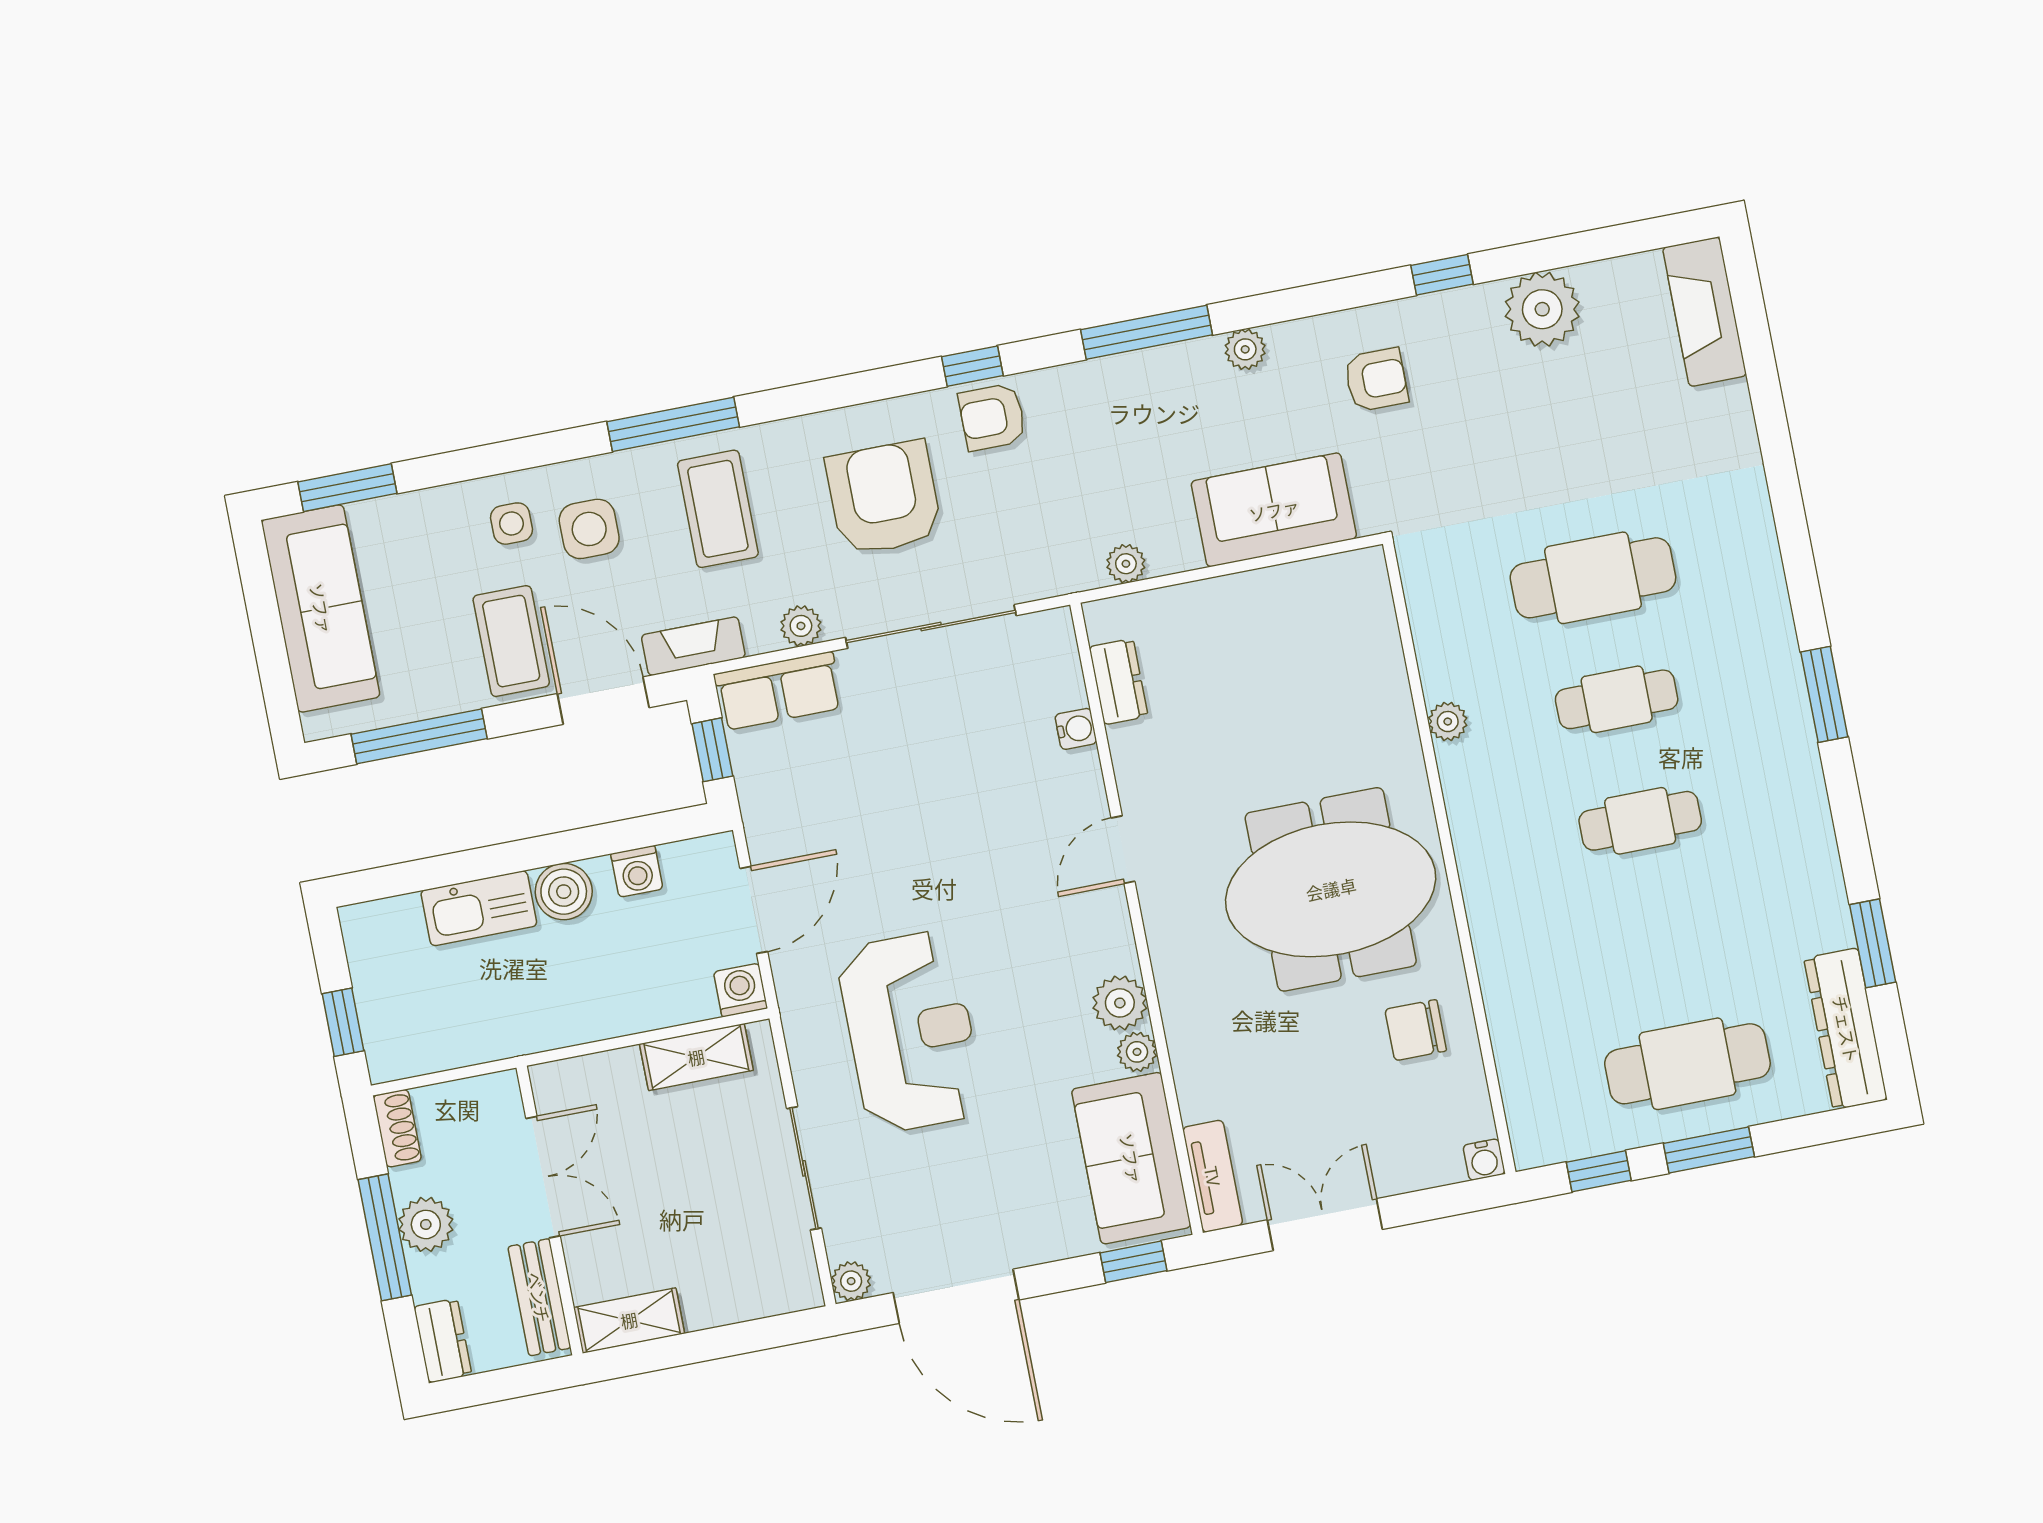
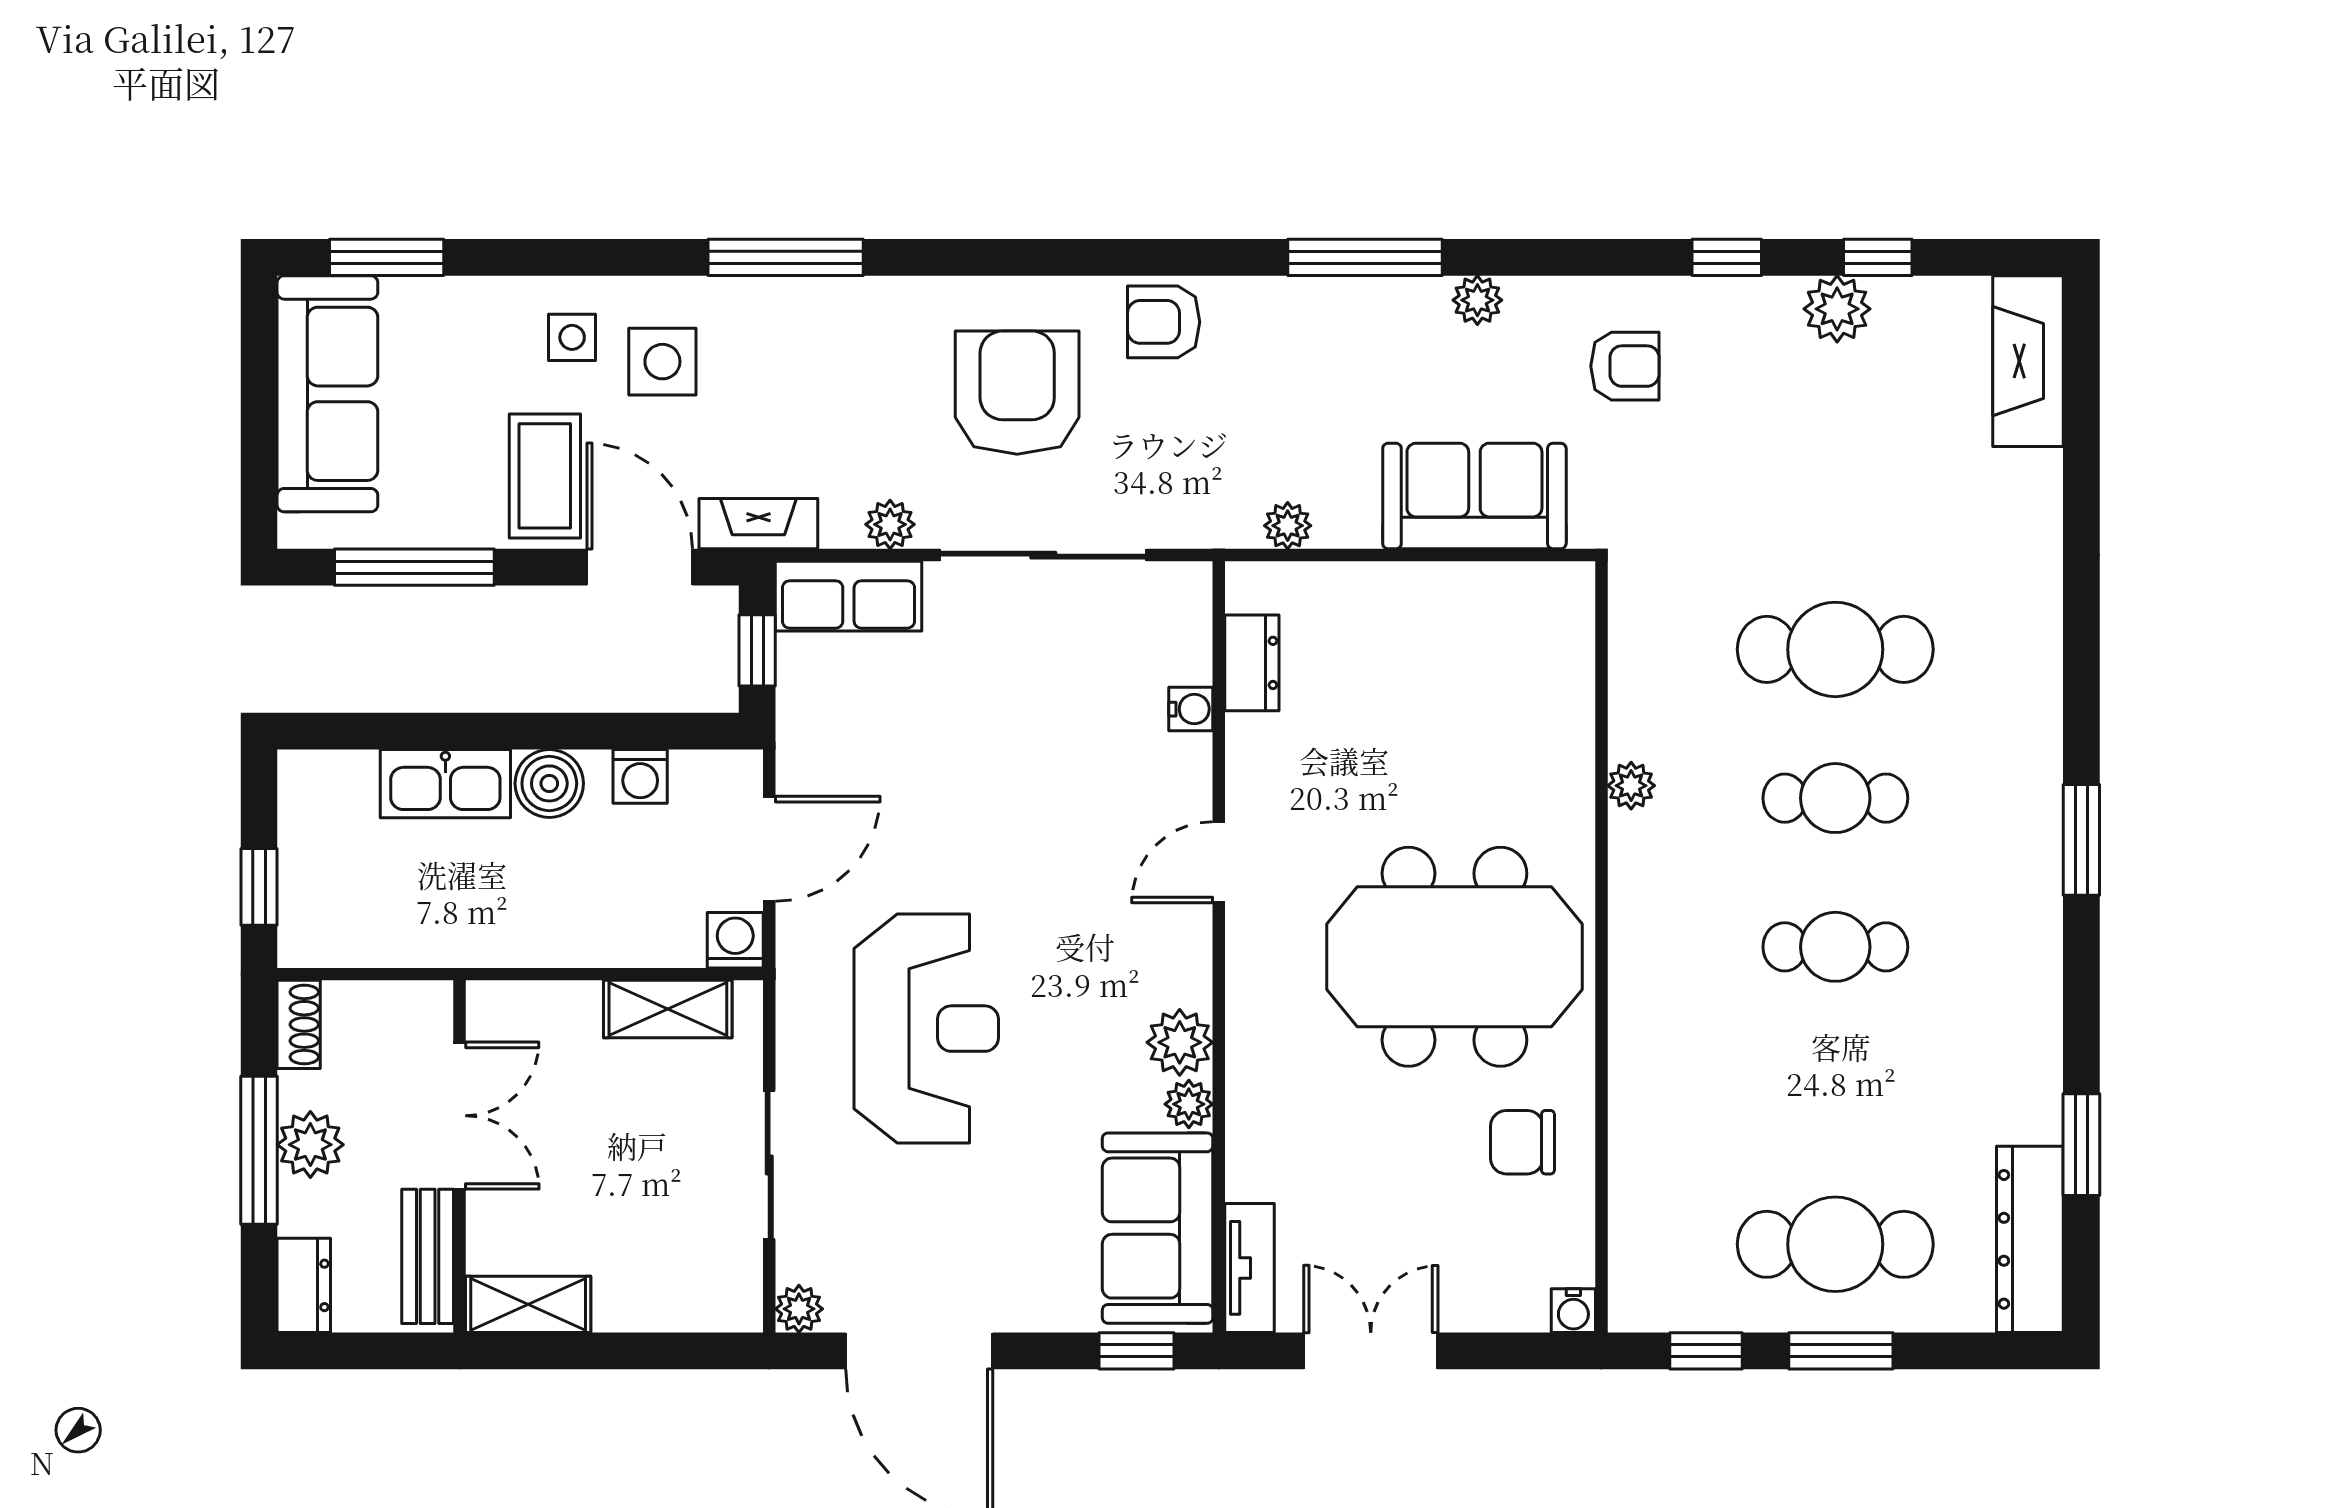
plant: (1542, 309) -> (1837, 309), width x0.73, depth x0.73
window: (972, 366) -> (1878, 257), moved
coffee table: (718, 509) -> (819, 367), removed

